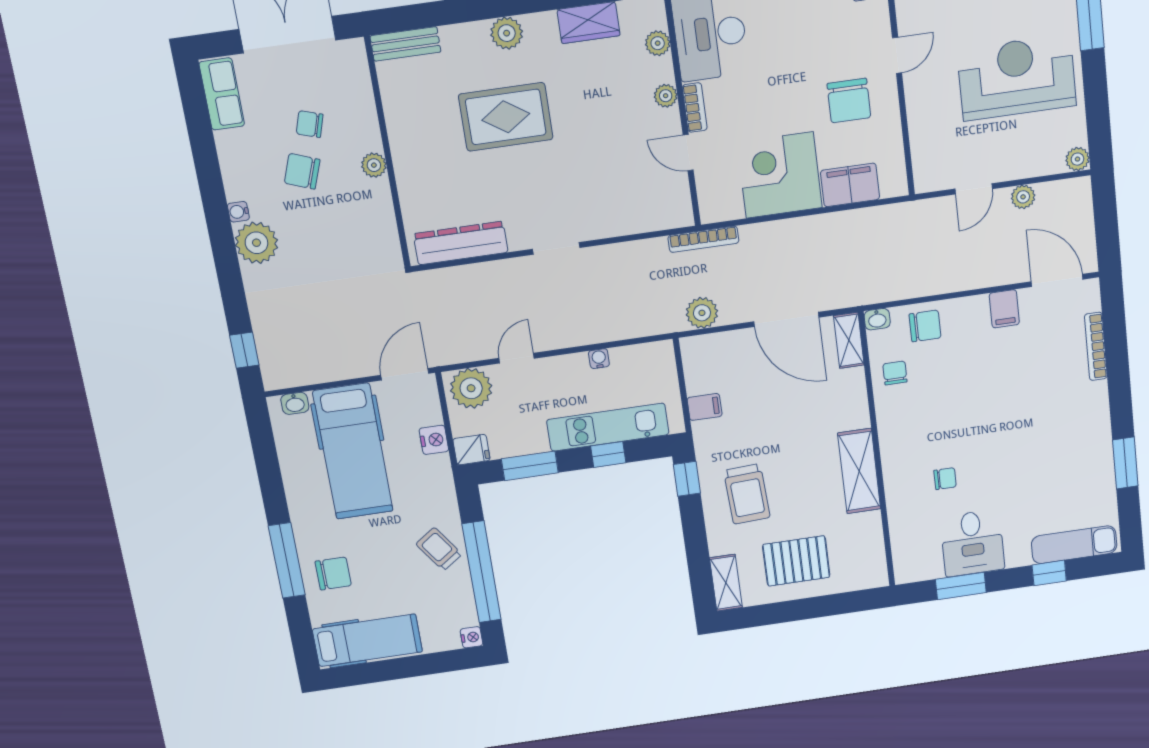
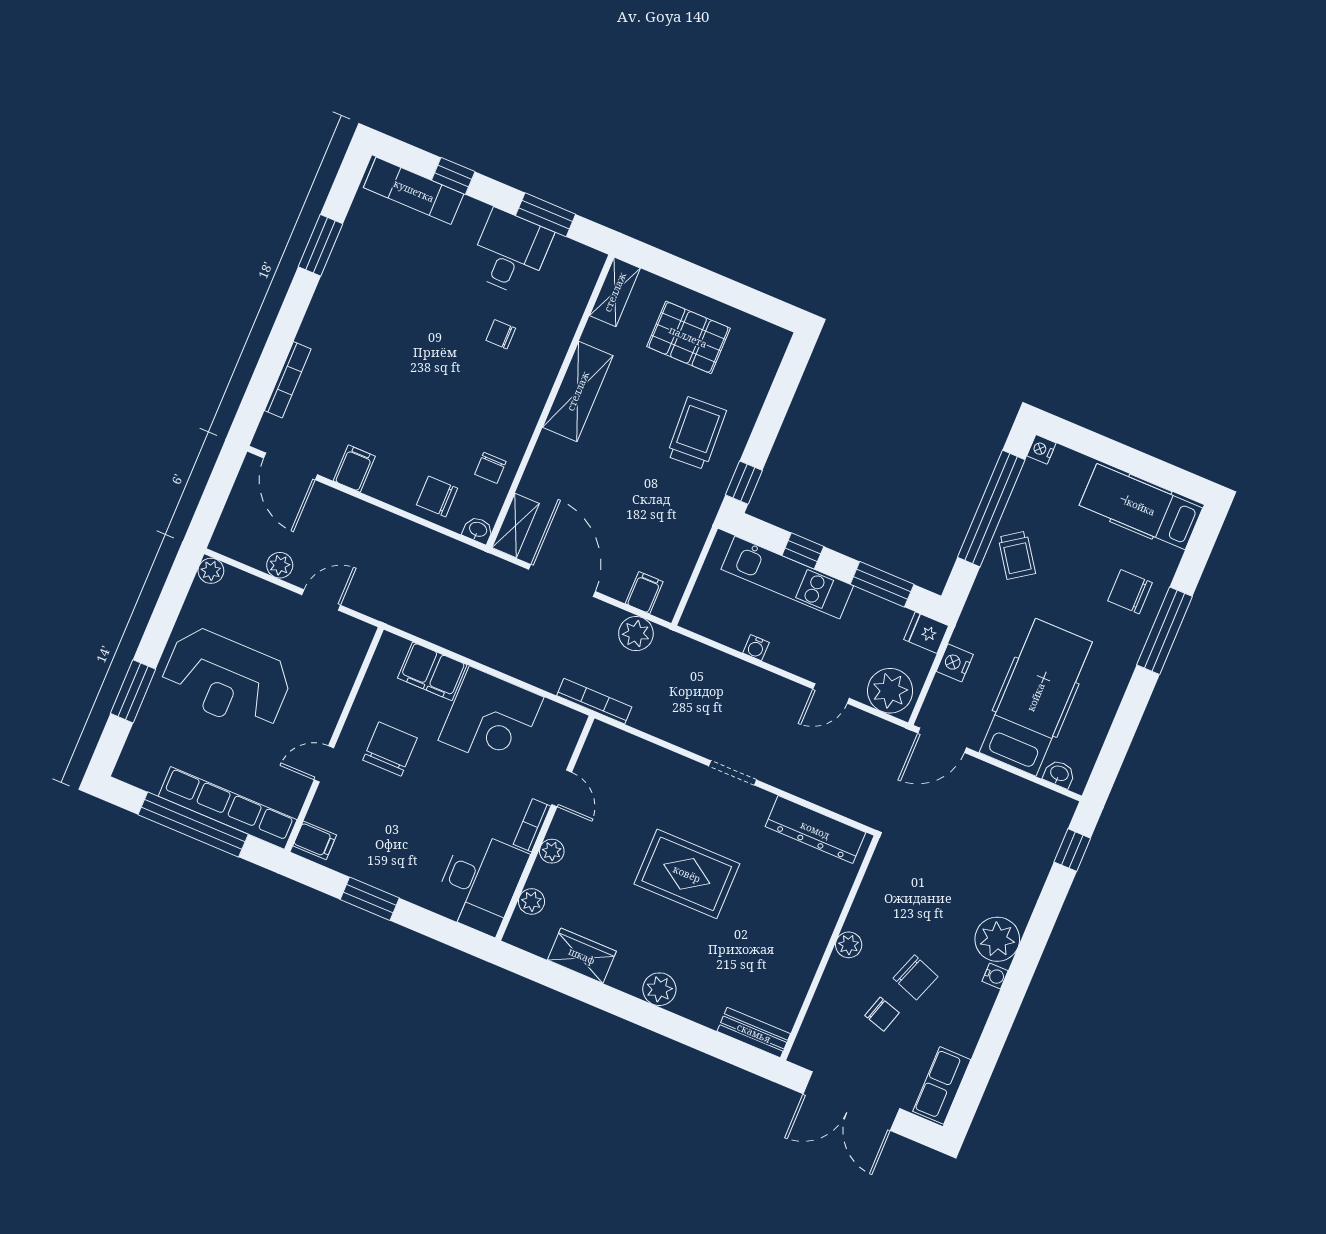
rug: (506, 117) -> (687, 874), moved
filing cabinet: (705, 407) -> (644, 593), moved, turned 90
shelving: (726, 583) -> (615, 292), moved

